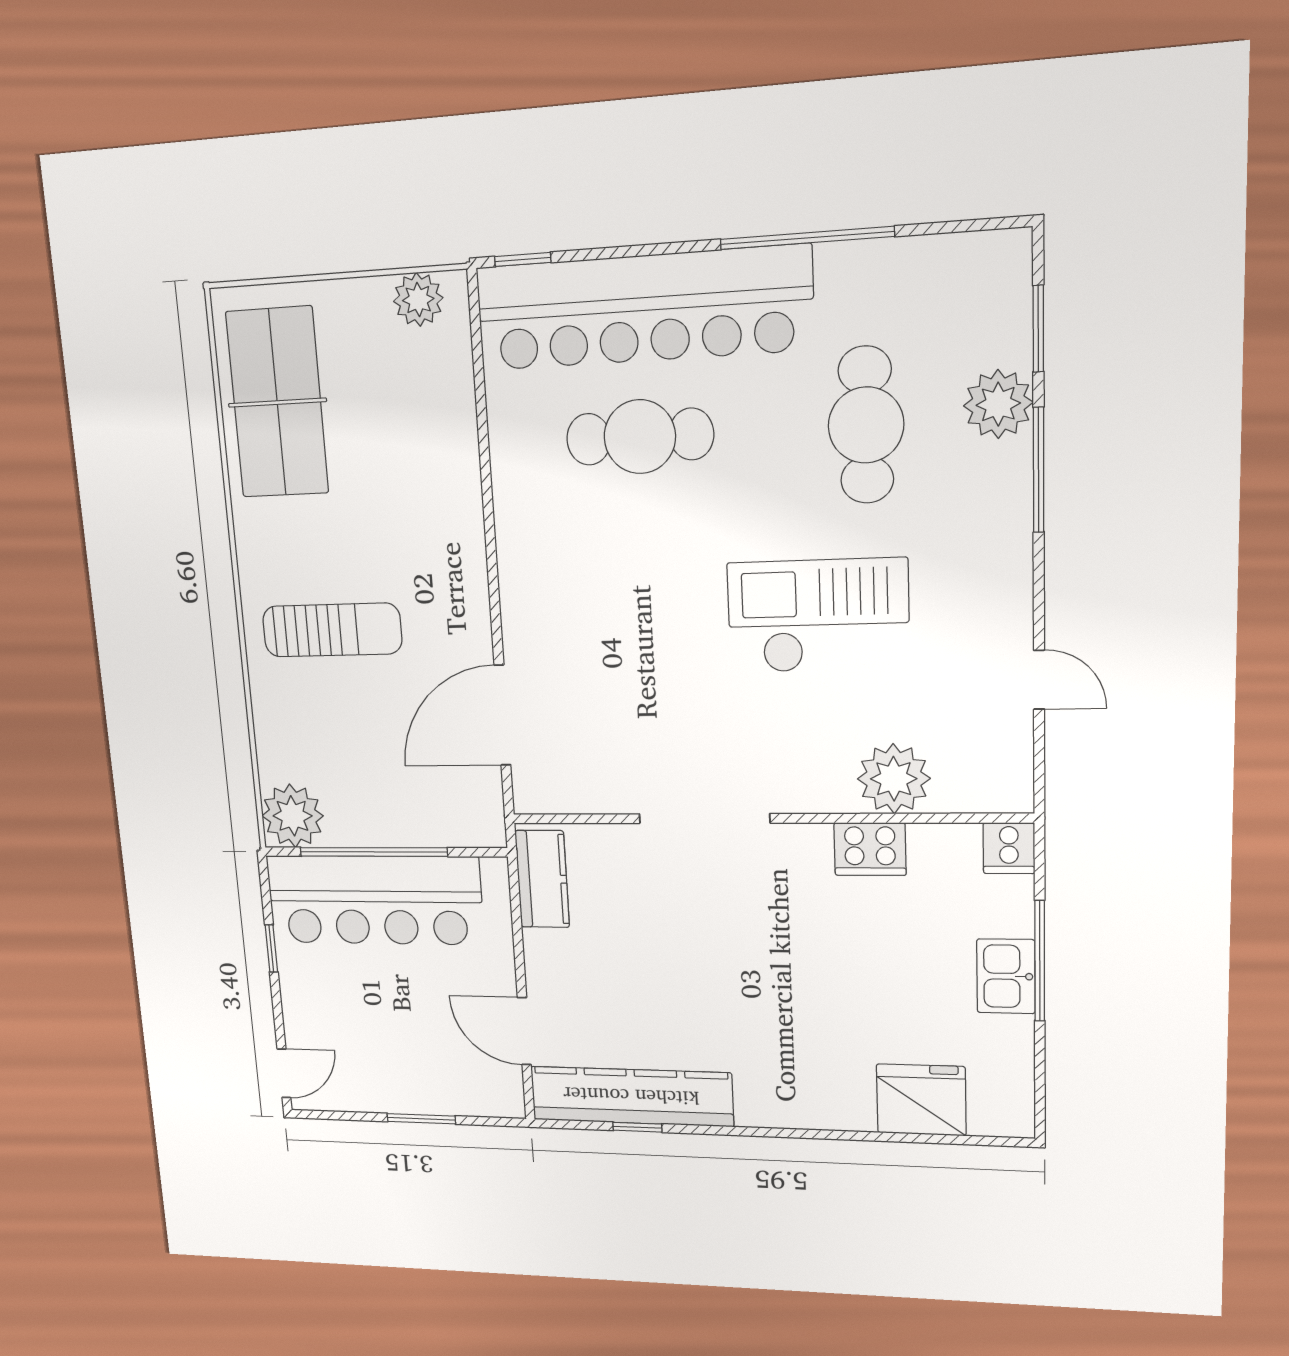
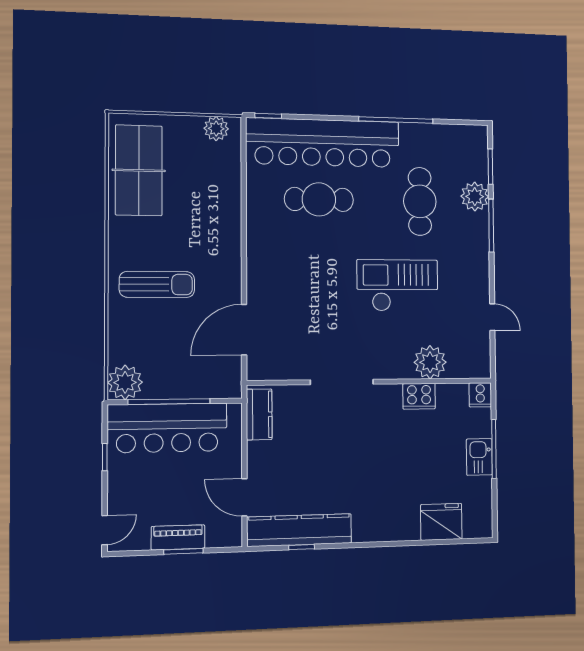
piano: (410, 1094) -> (178, 537), added

